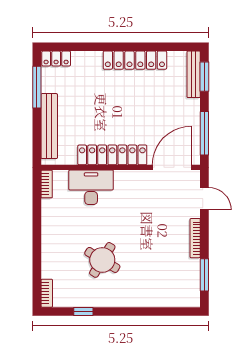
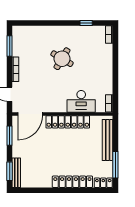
locker: (135, 60) -> (72, 182), moved
window: (204, 133) -> (10, 136), width x0.69
round table: (102, 260) -> (62, 59), moved

